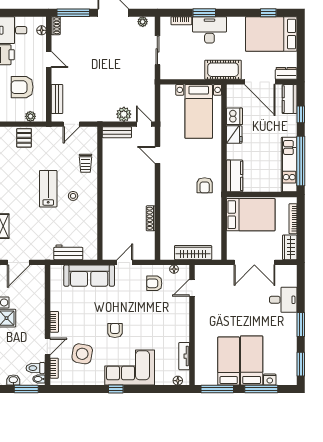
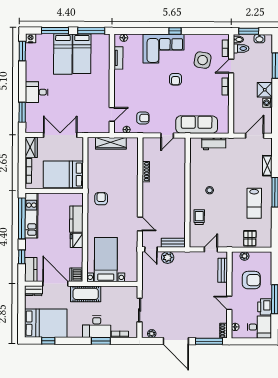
dishwasher: (234, 116) -> (76, 275), moved
kitchen counter: (235, 176) -> (76, 219), moved
lab bench: (48, 189) -> (254, 203), moved
desk: (283, 300) -> (37, 92), moved
window: (301, 324) -> (22, 112), moved
nightstand: (270, 380) -> (31, 38), moved

